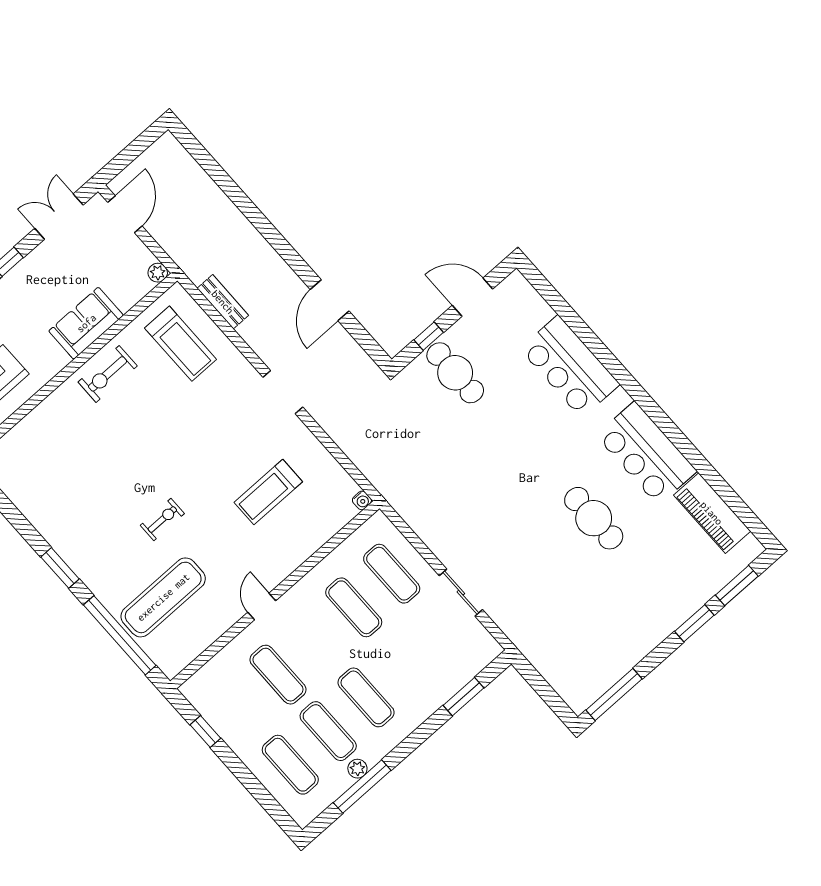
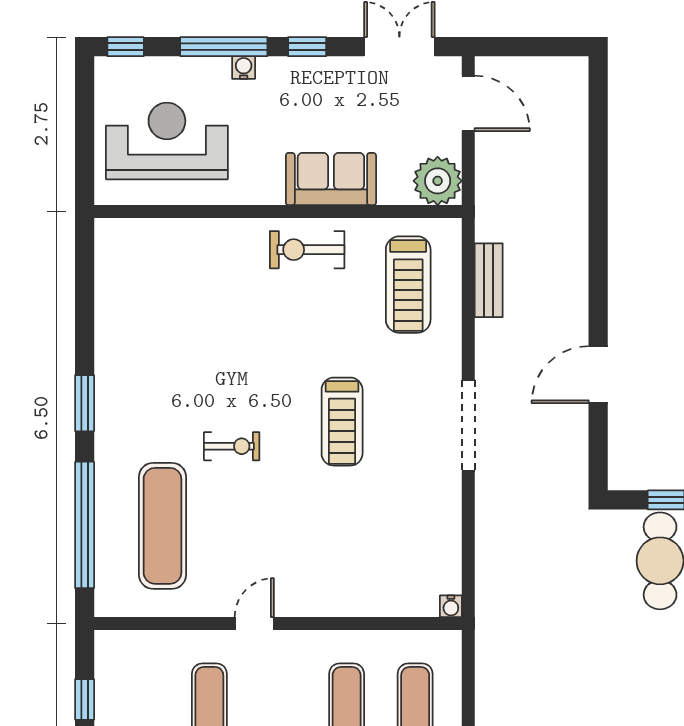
door: (125, 214) -> (468, 103), hinge flipped
plant: (158, 273) -> (438, 181), width x1.88, depth x1.88
doorway: (283, 392) -> (468, 426), width x1.36
treadmill: (268, 492) -> (342, 422), moved, turned -90
exercise mat: (163, 597) -> (162, 526), turned 90

